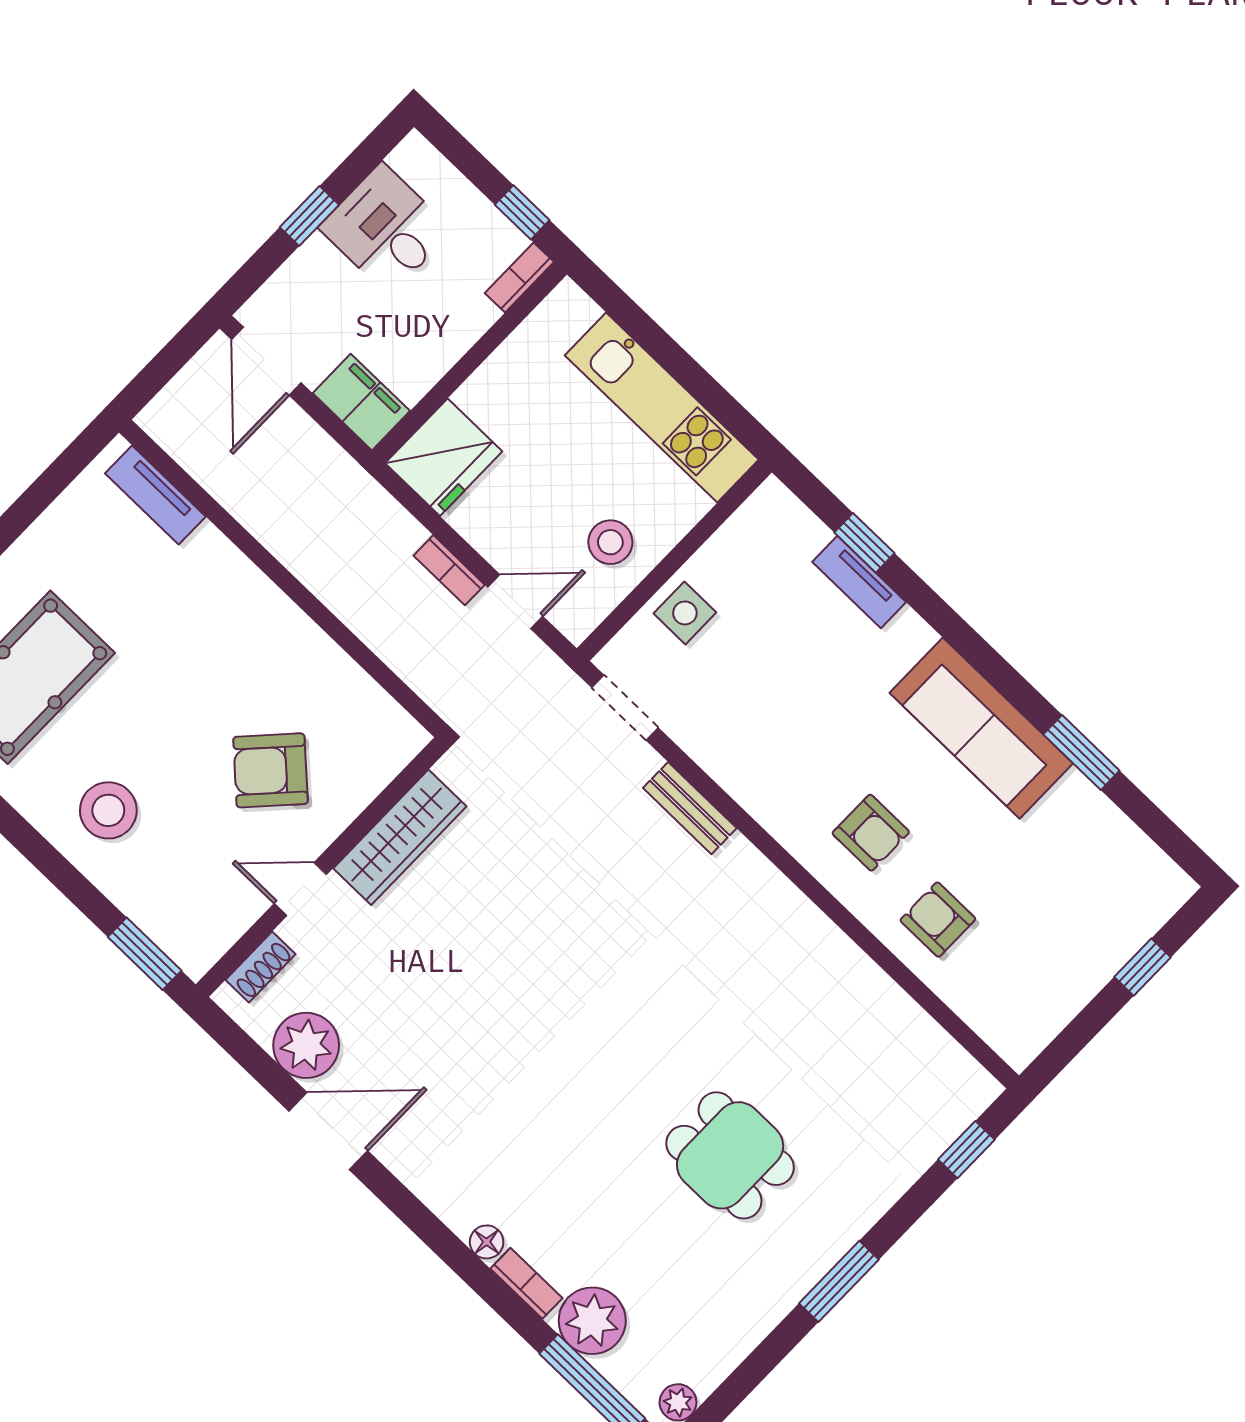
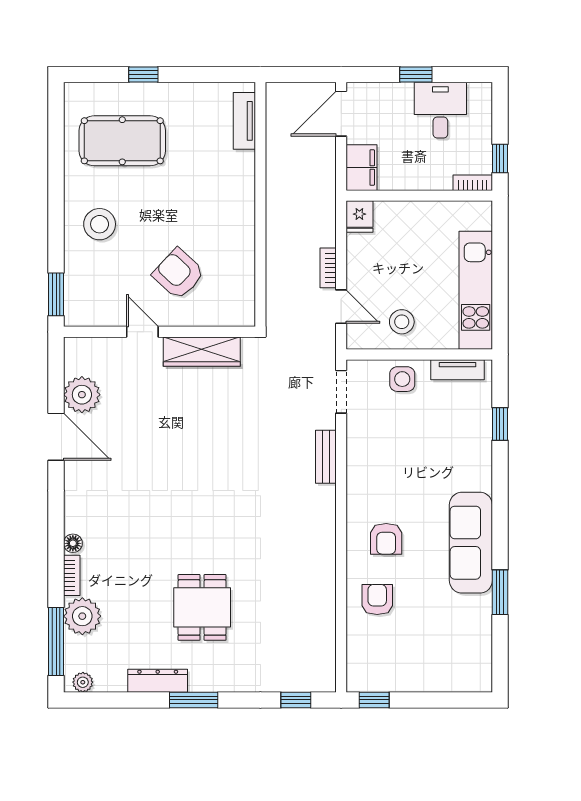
fridge: (444, 457) -> (359, 217), width x0.53, depth x0.75
tv unit: (859, 582) -> (457, 370), moved, turned -90
shoe rack: (260, 967) -> (96, 346), removed
window: (1143, 967) -> (374, 700), moved
dresser: (769, 1304) -> (158, 681), added

